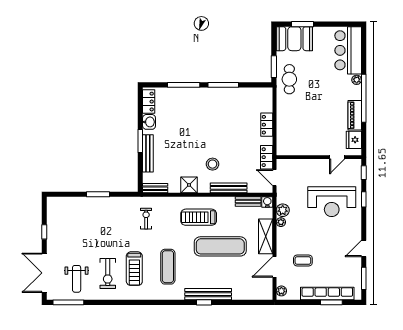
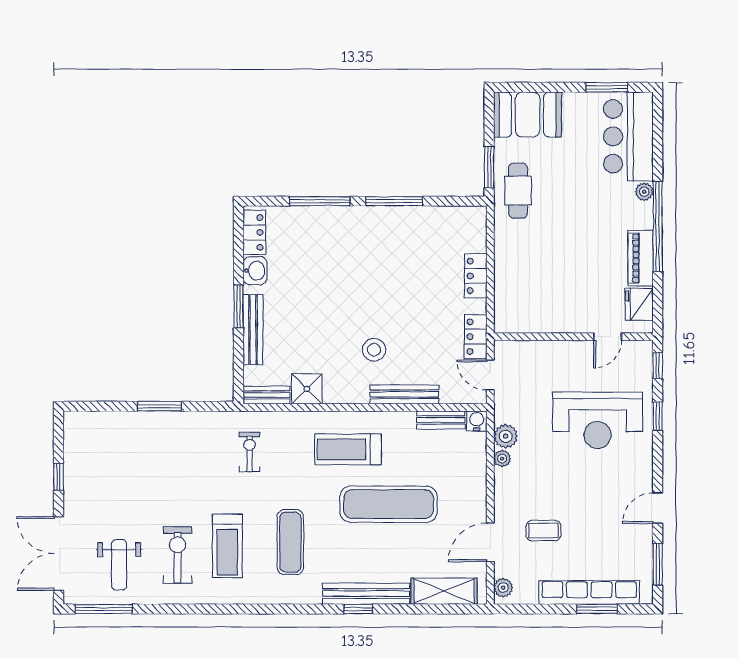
window: (302, 24) -> (607, 87), moved
shower: (189, 185) -> (307, 389), moved
shelving: (266, 236) -> (444, 591), moved, turned 90
exercise bike: (108, 274) -> (177, 555), turned 180

